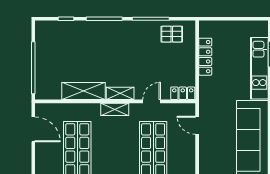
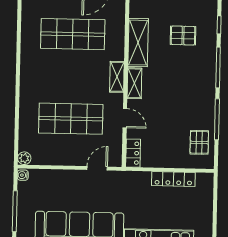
pallet: (76, 51) -> (183, 35), added

